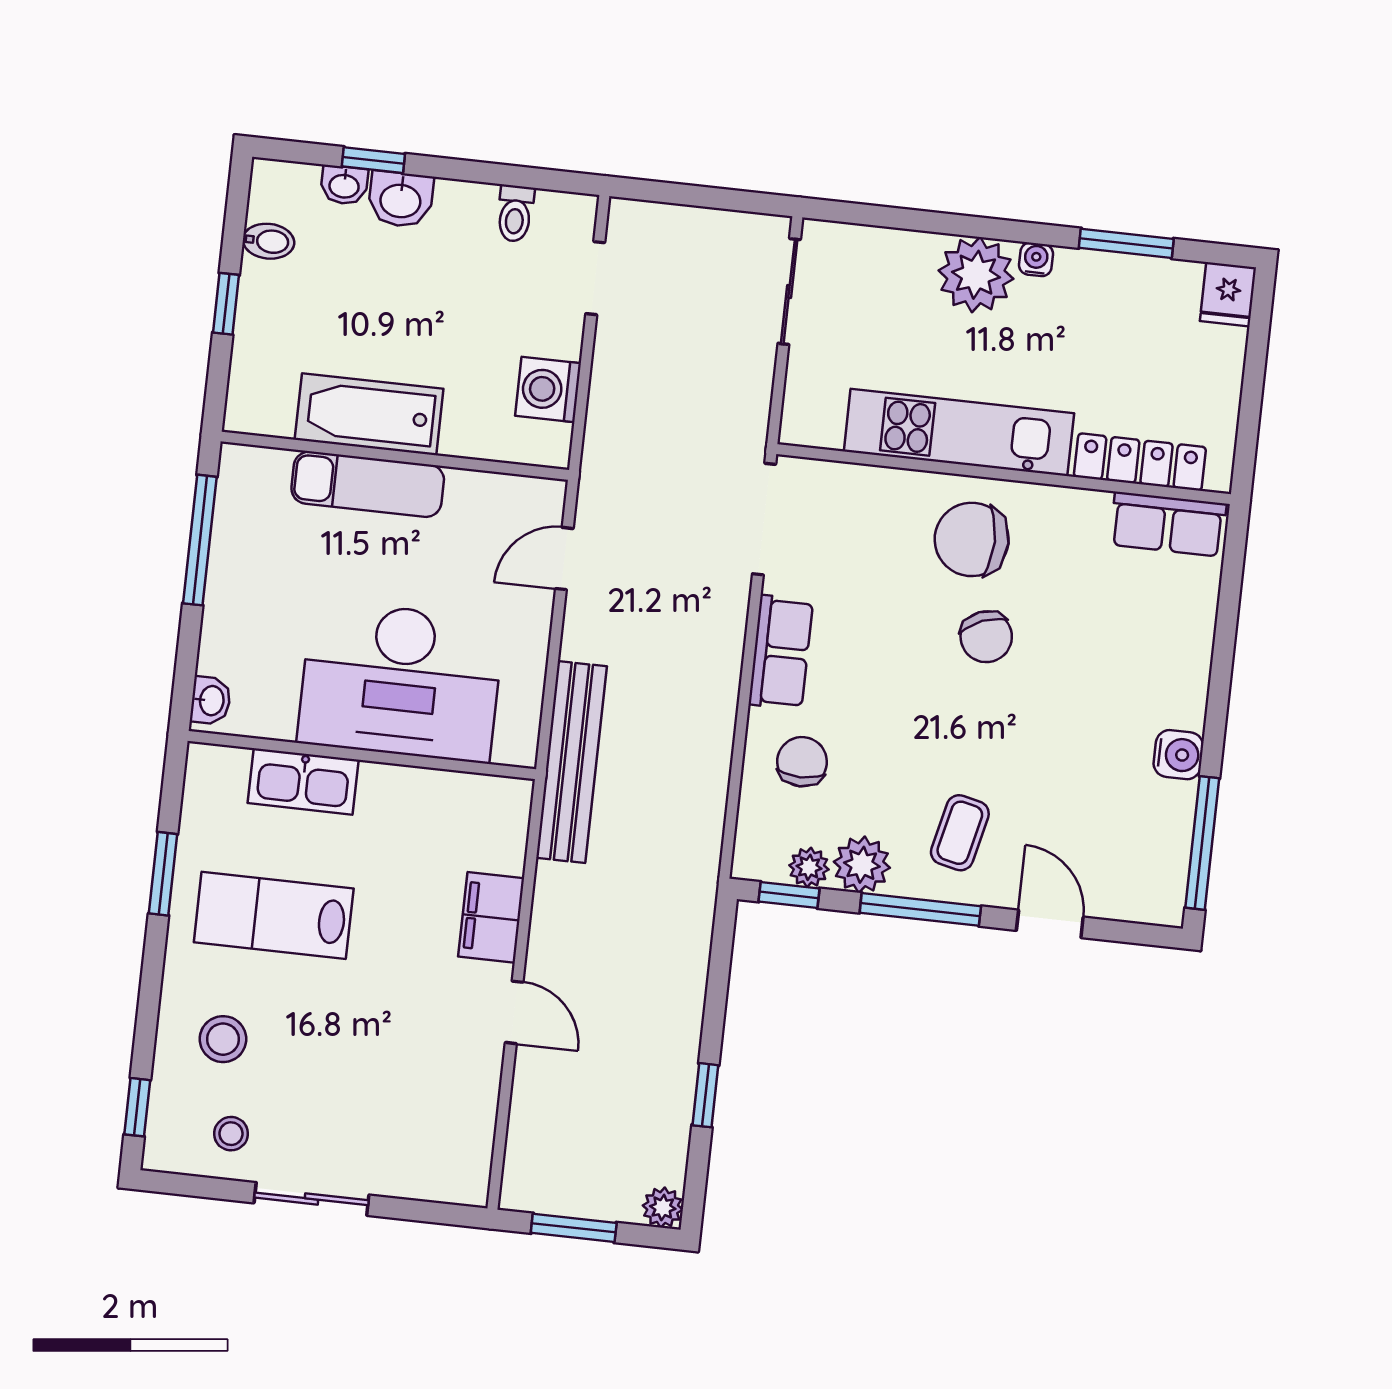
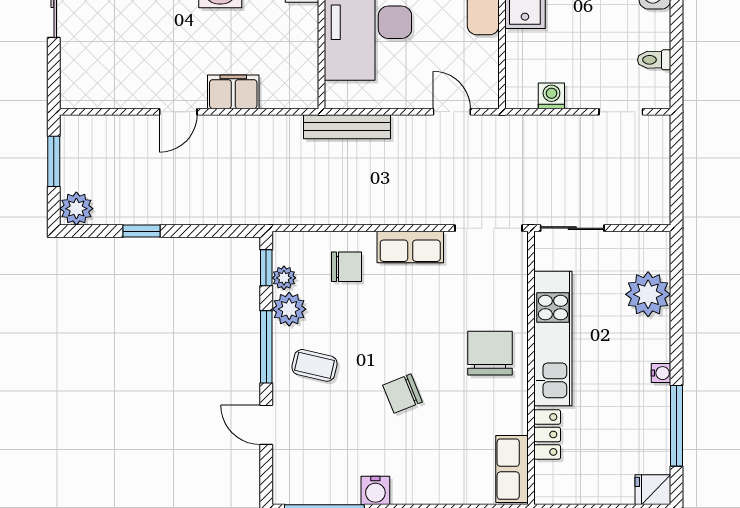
window: (1126, 243) -> (677, 426), width x1.44
plant: (976, 275) -> (648, 294), moved
sliding door: (789, 291) -> (572, 228), moved
washing machine: (548, 390) -> (551, 96), width x0.73, depth x0.73
locker: (1140, 462) -> (547, 434), width x0.66
chair: (986, 637) -> (402, 394), moved
bench: (571, 762) -> (347, 127), width x0.73, depth x0.82
door: (1050, 924) -> (266, 425), swing flipped
plant: (663, 1208) -> (76, 209), width x1.38, depth x1.38

